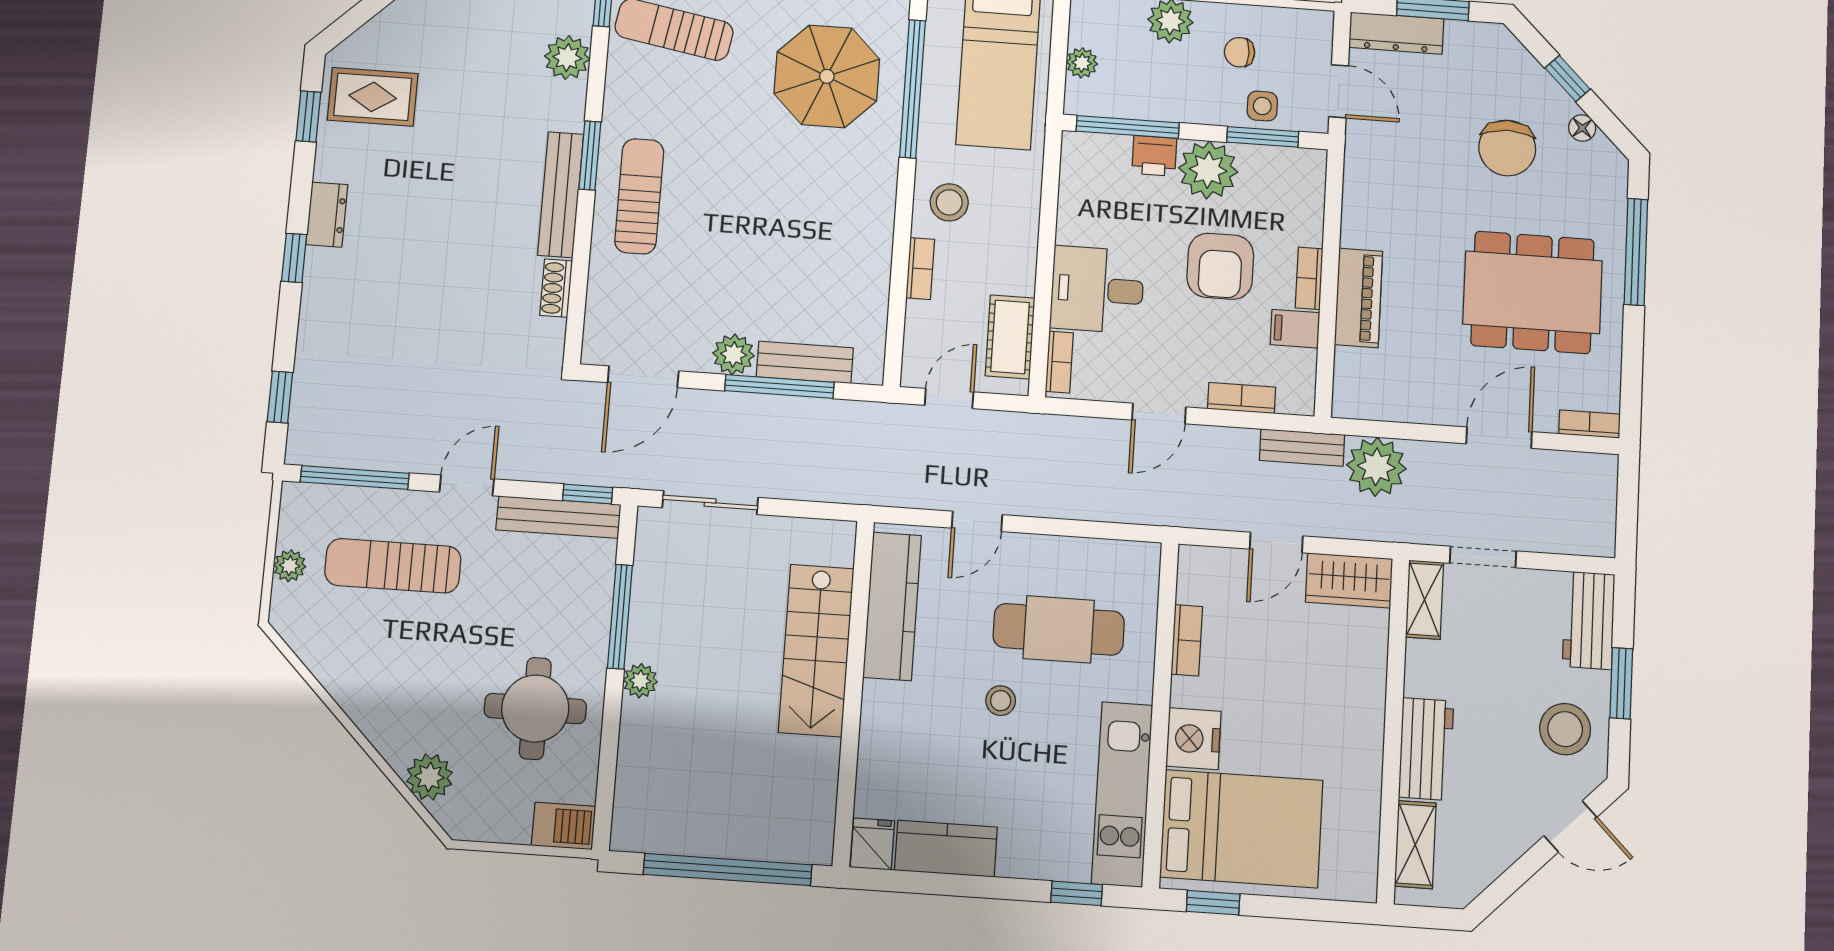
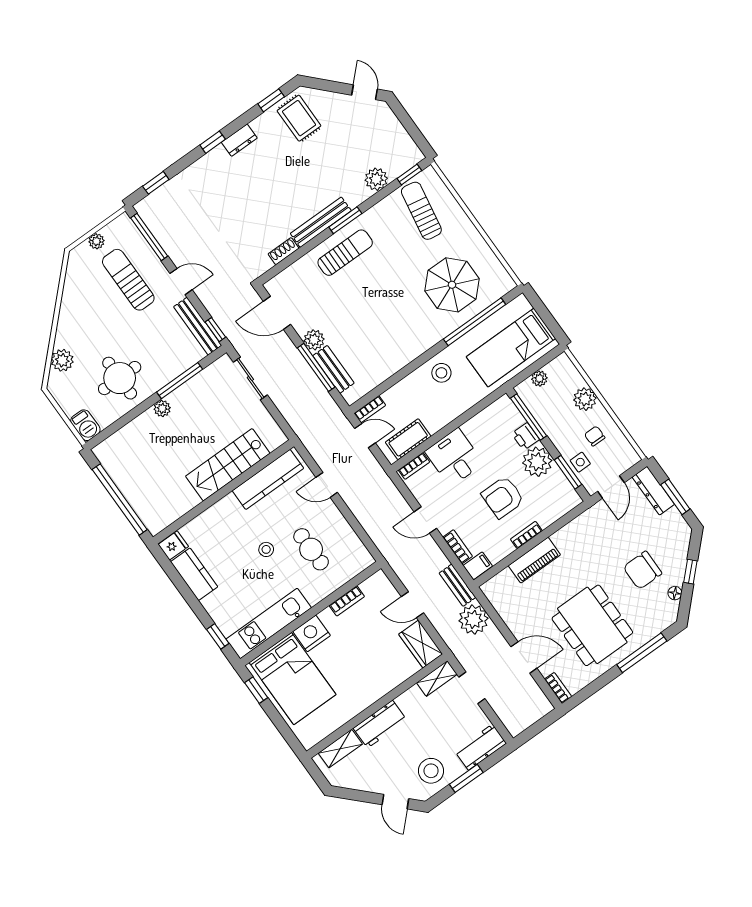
bookcase: (920, 269) -> (370, 409), moved
filing cabinet: (1295, 329) -> (478, 566), moved, turned 90
cafe table: (1059, 629) -> (311, 549), width x0.73, depth x0.74

